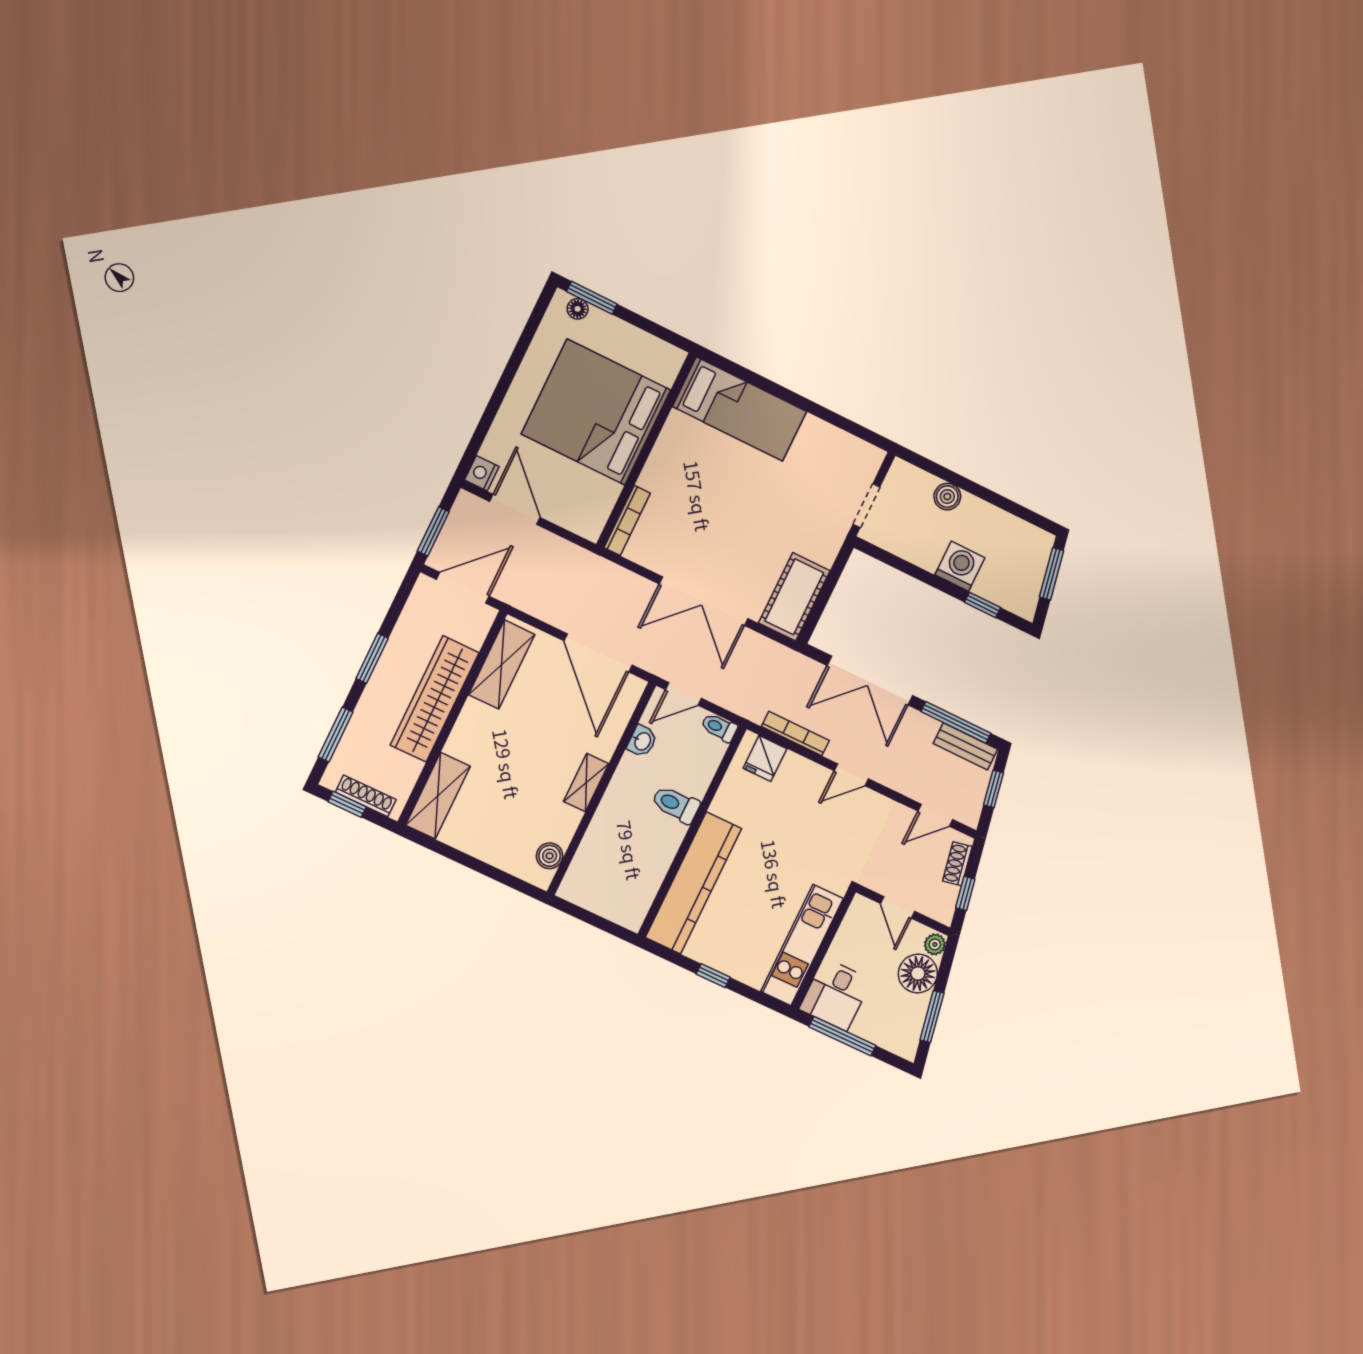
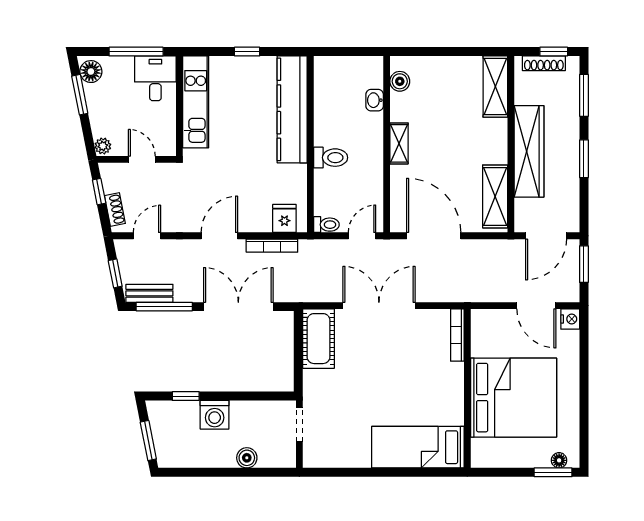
washbasin: (642, 741) -> (375, 100), moved
door: (851, 775) -> (219, 236), width x1.38
floor lamp: (918, 974) -> (91, 72), moved, width x0.73, depth x0.73

